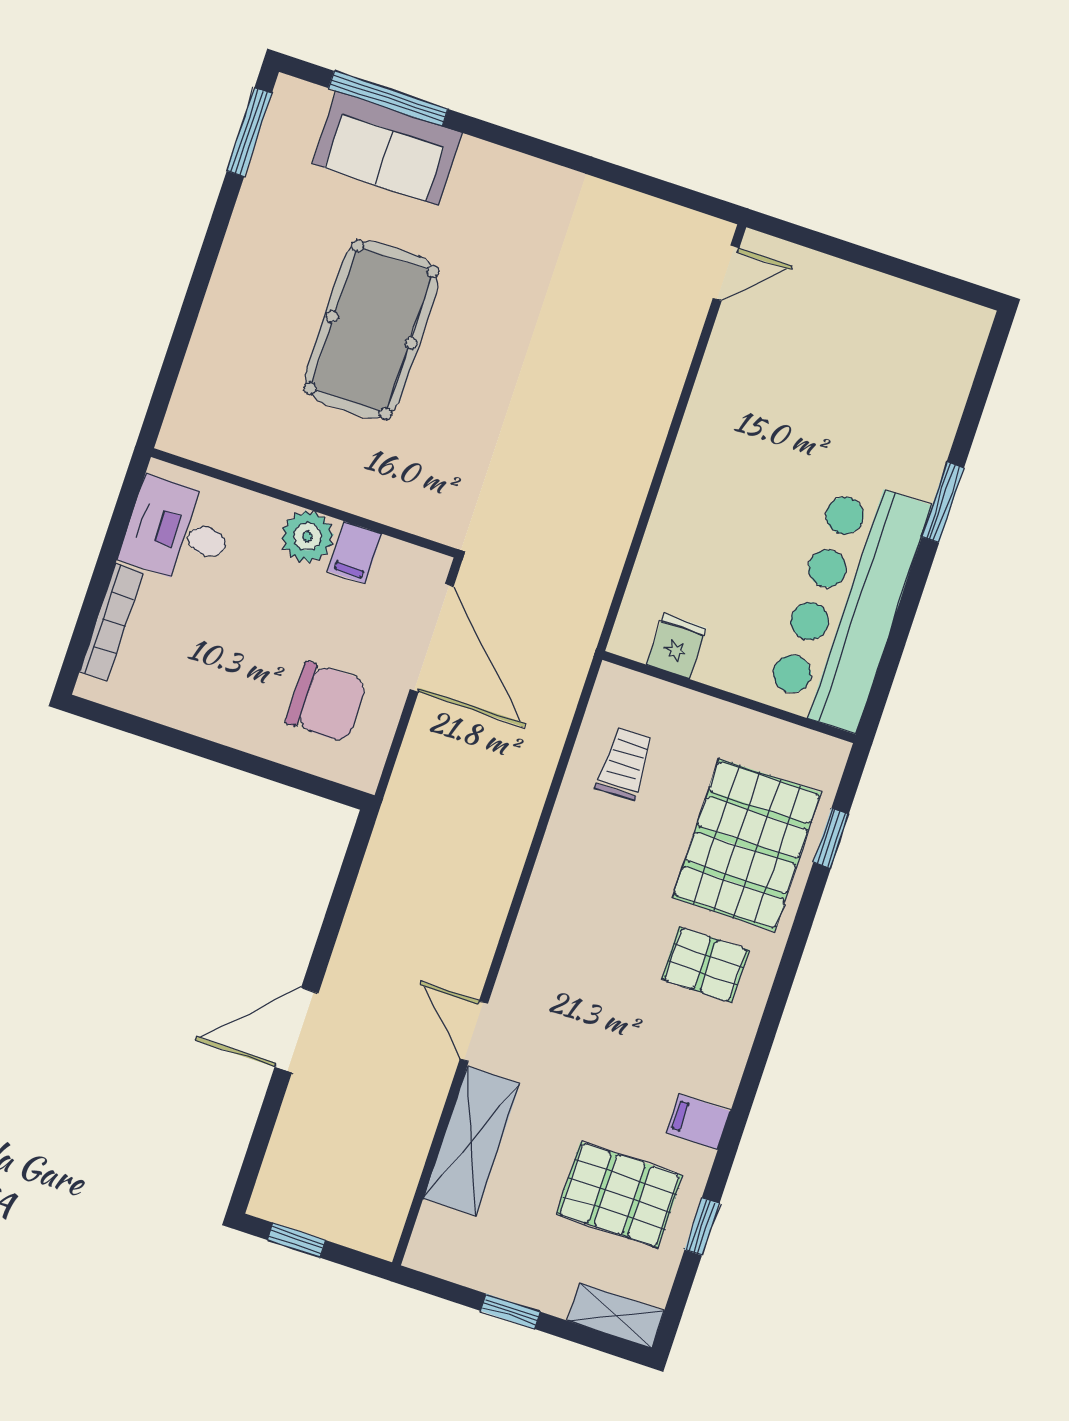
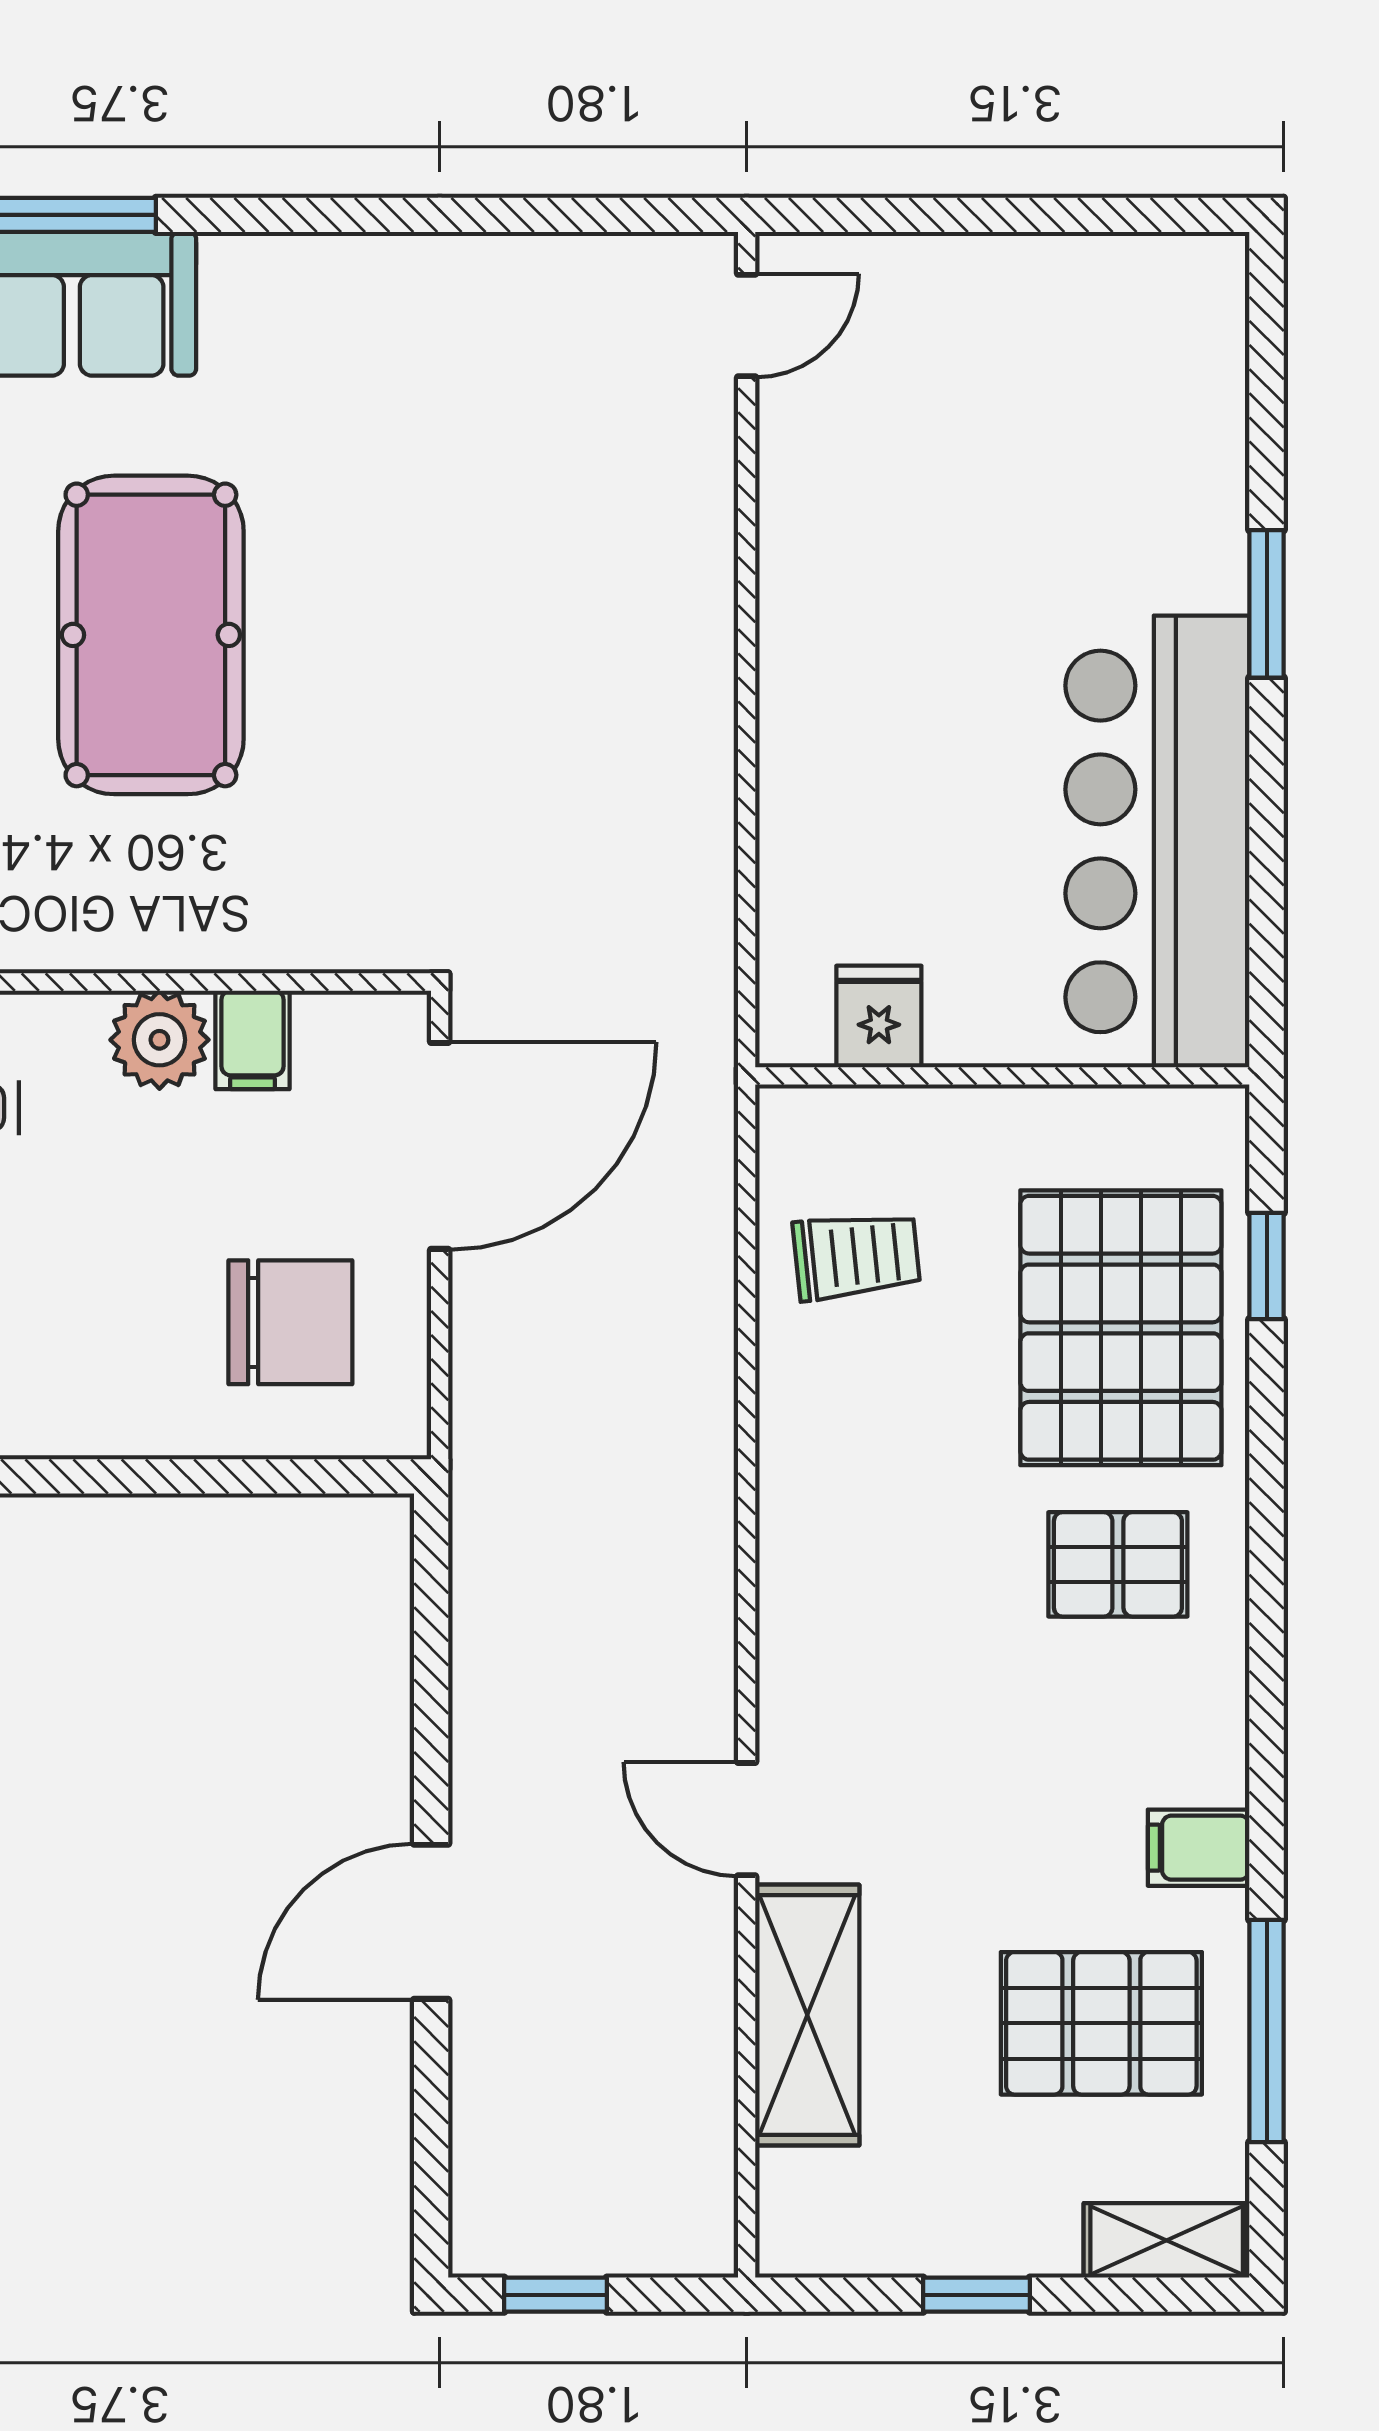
door: (432, 638) -> (440, 1146), hinge flipped
trolley: (625, 764) -> (856, 1256), turned 84
window: (702, 1226) -> (1267, 2031), width x2.17

